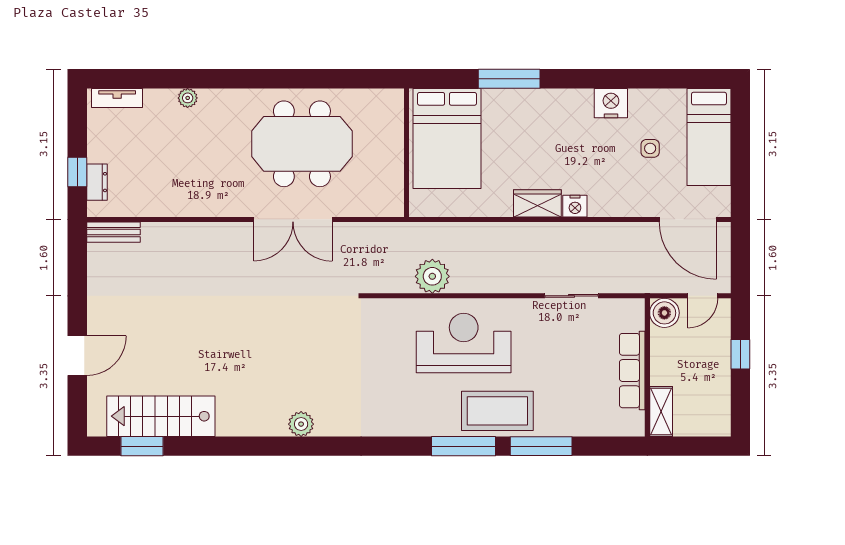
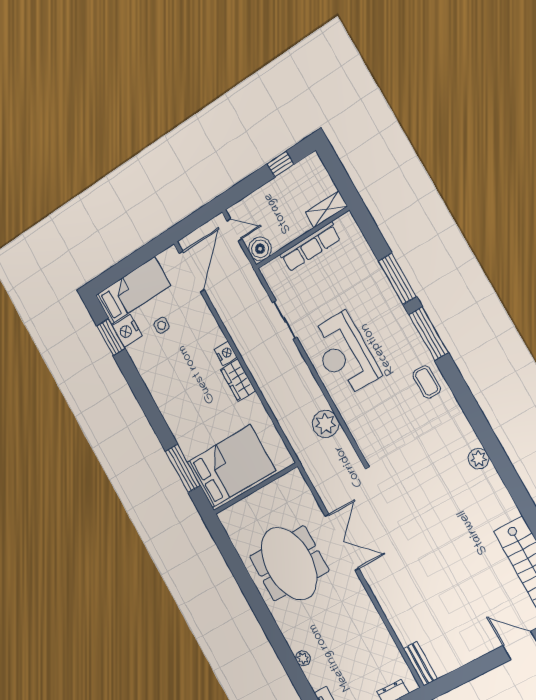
window: (509, 79) -> (183, 468), moved
window: (673, 79) -> (111, 337), added
nightstand: (611, 103) -> (127, 331), moved
reception desk: (464, 343) -> (344, 354), moved
window: (740, 354) -> (280, 164), moved
coffee table: (497, 411) -> (427, 382), moved, width x0.54, depth x0.58

